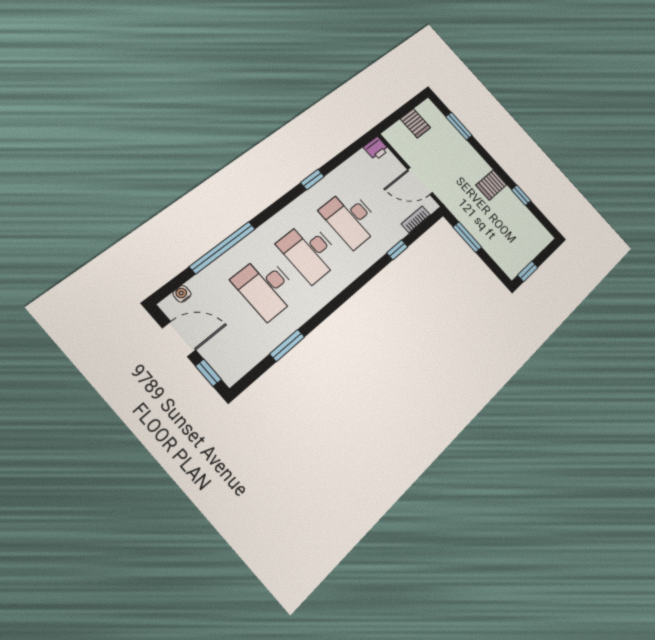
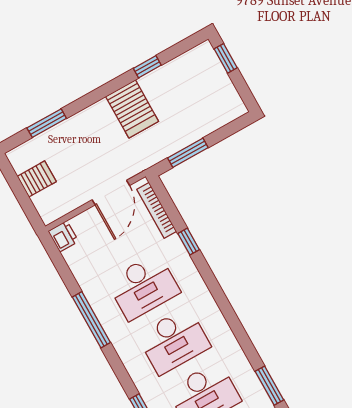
window: (312, 179) -> (91, 320), width x2.17
server rack: (491, 185) -> (132, 109), width x1.36, depth x1.44
bookcase: (416, 219) -> (157, 210), width x1.56
window: (528, 271) -> (226, 58), moved

